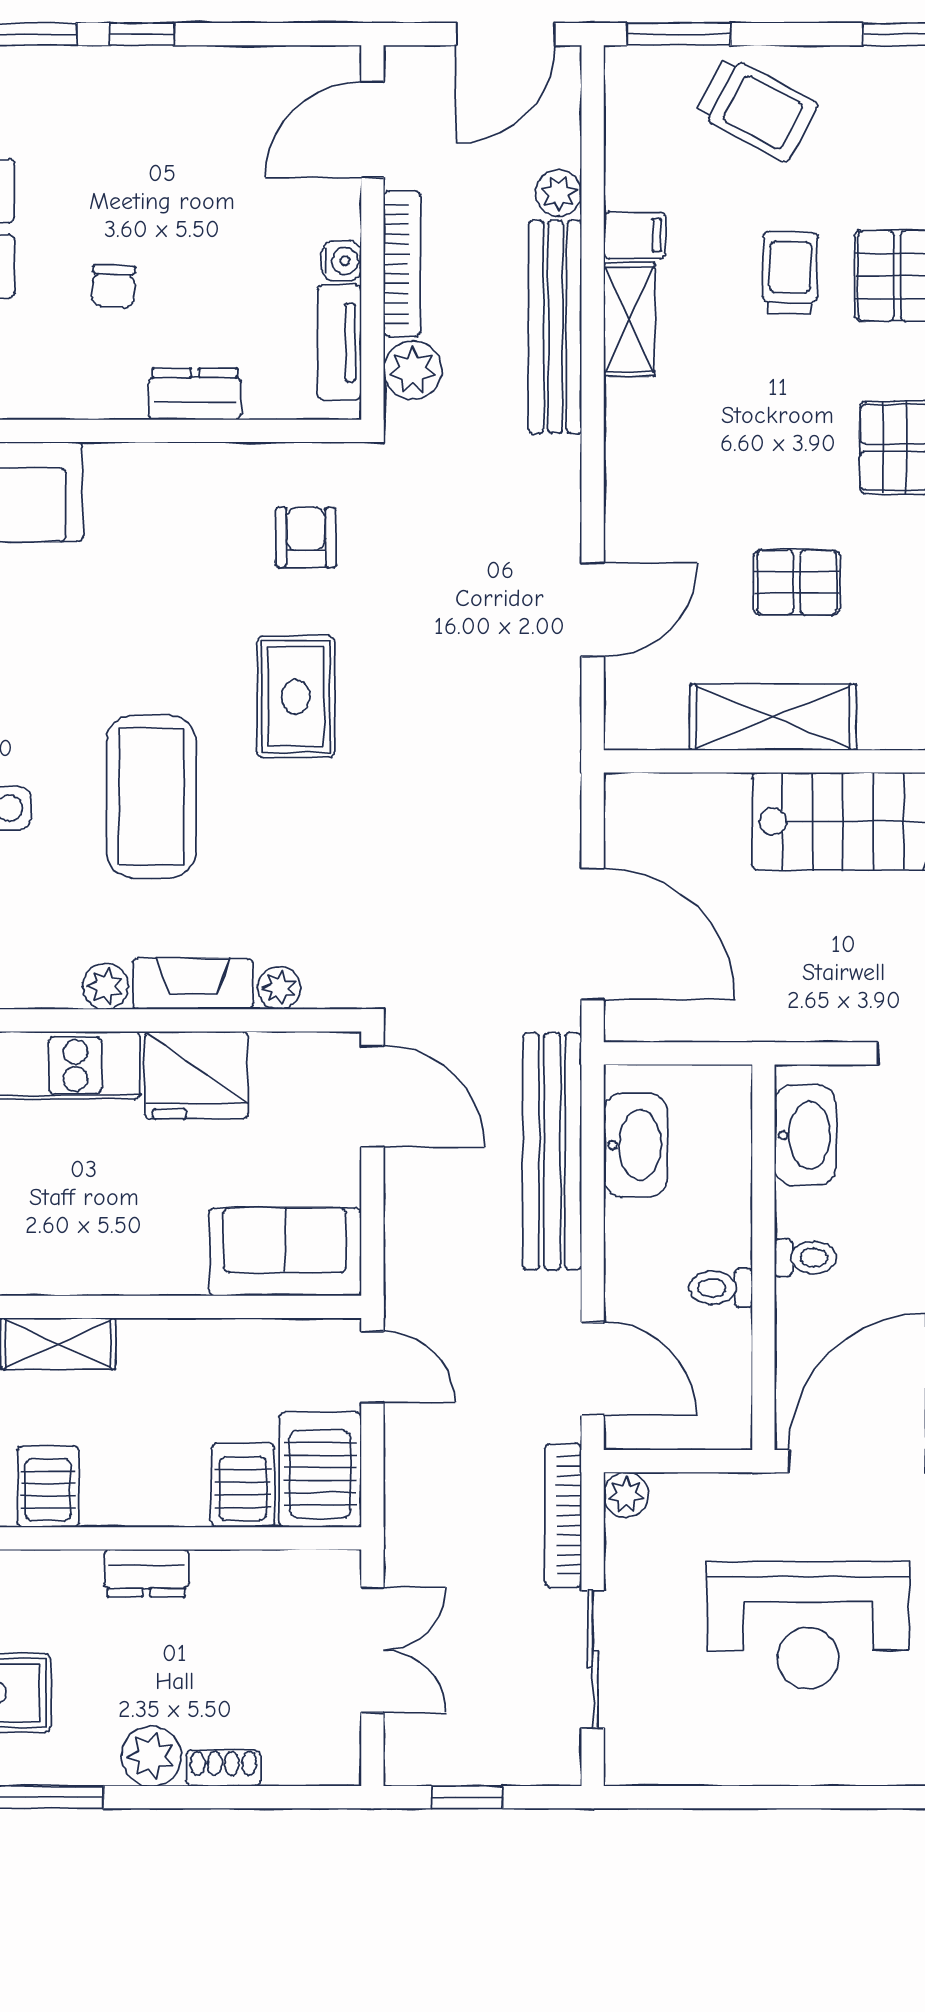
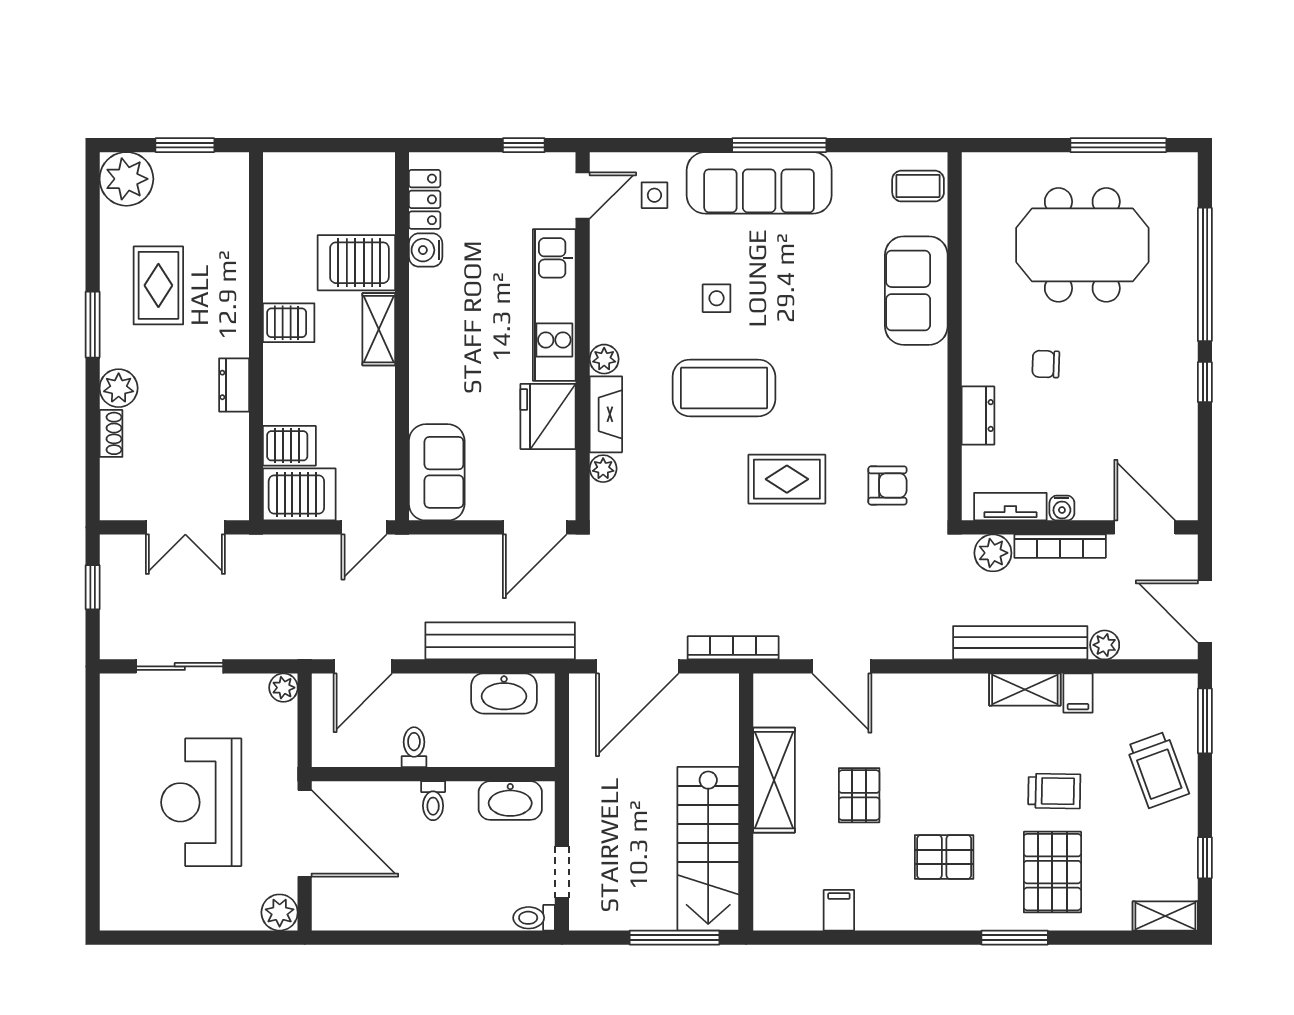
trolley: (756, 109) -> (1158, 770), turned -48
bookcase: (563, 1515) -> (733, 648), moved

